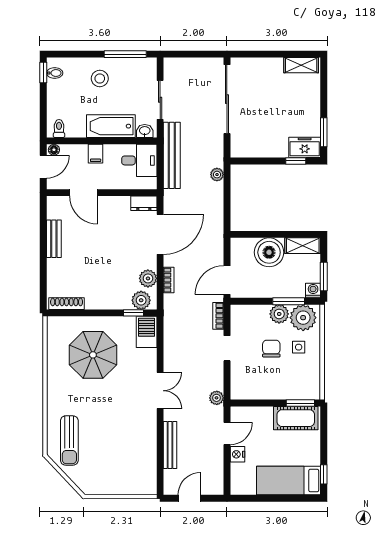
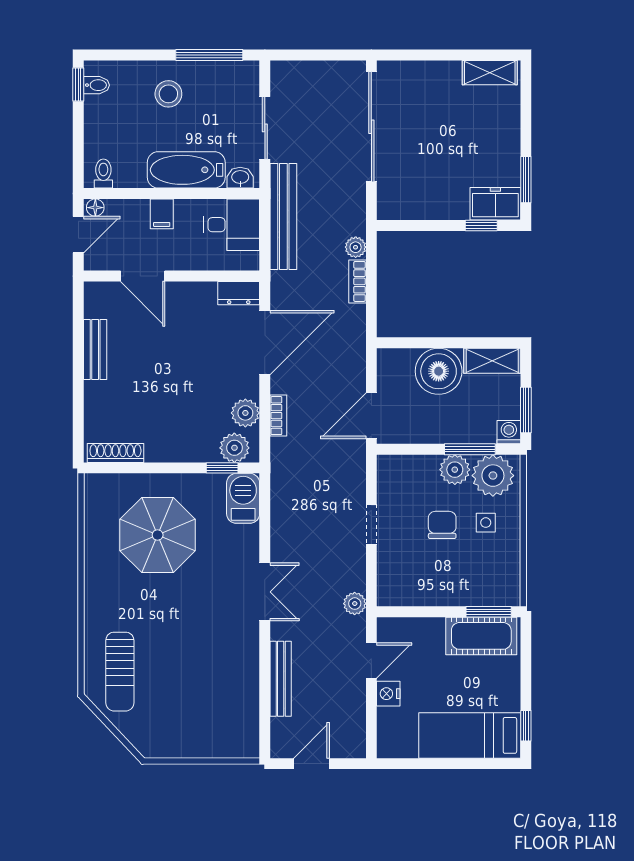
bookcase: (218, 316) -> (357, 281), moved

